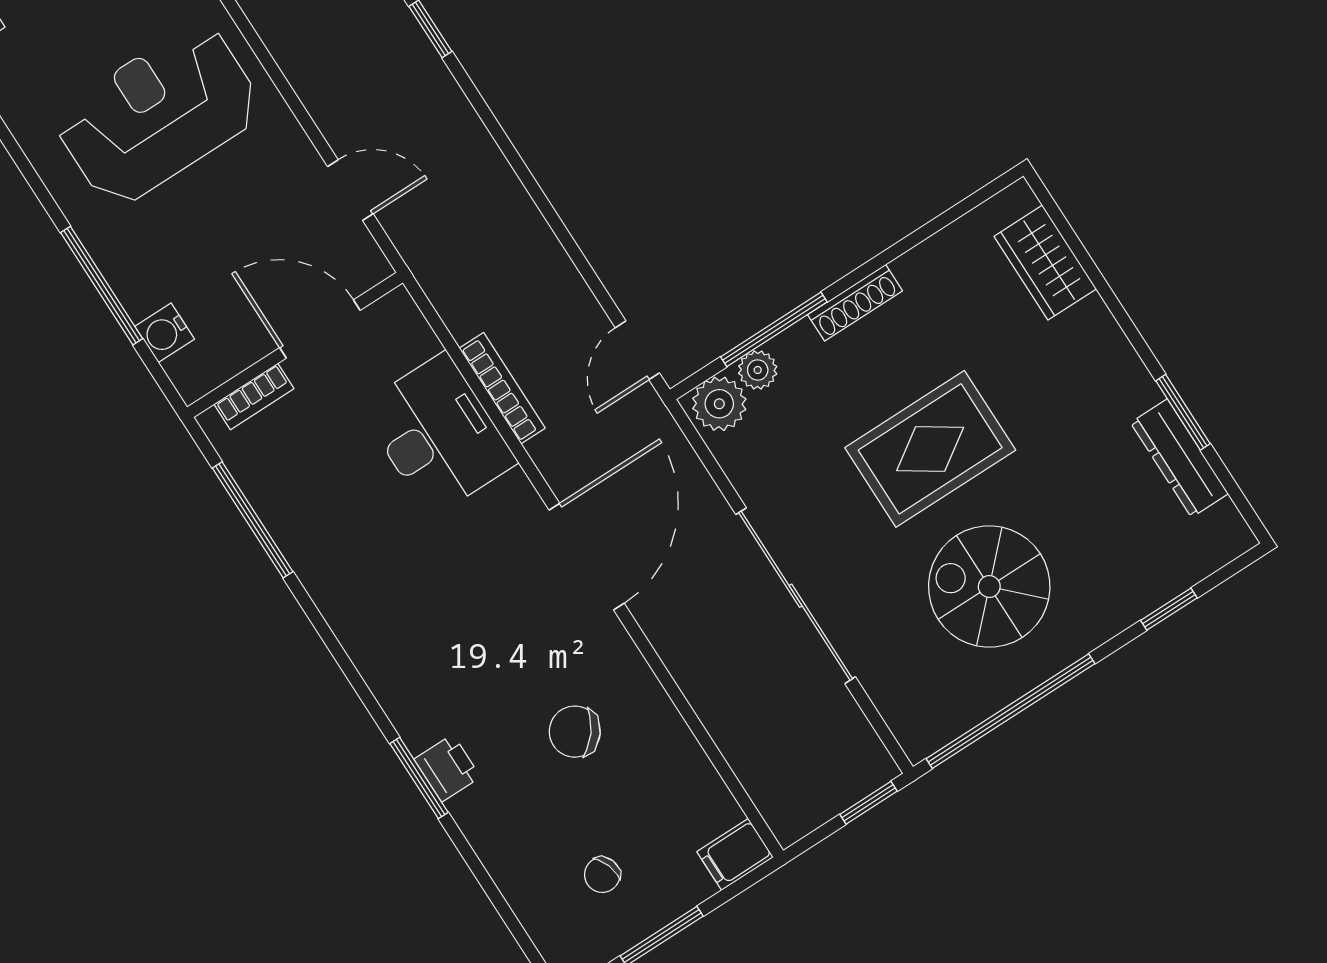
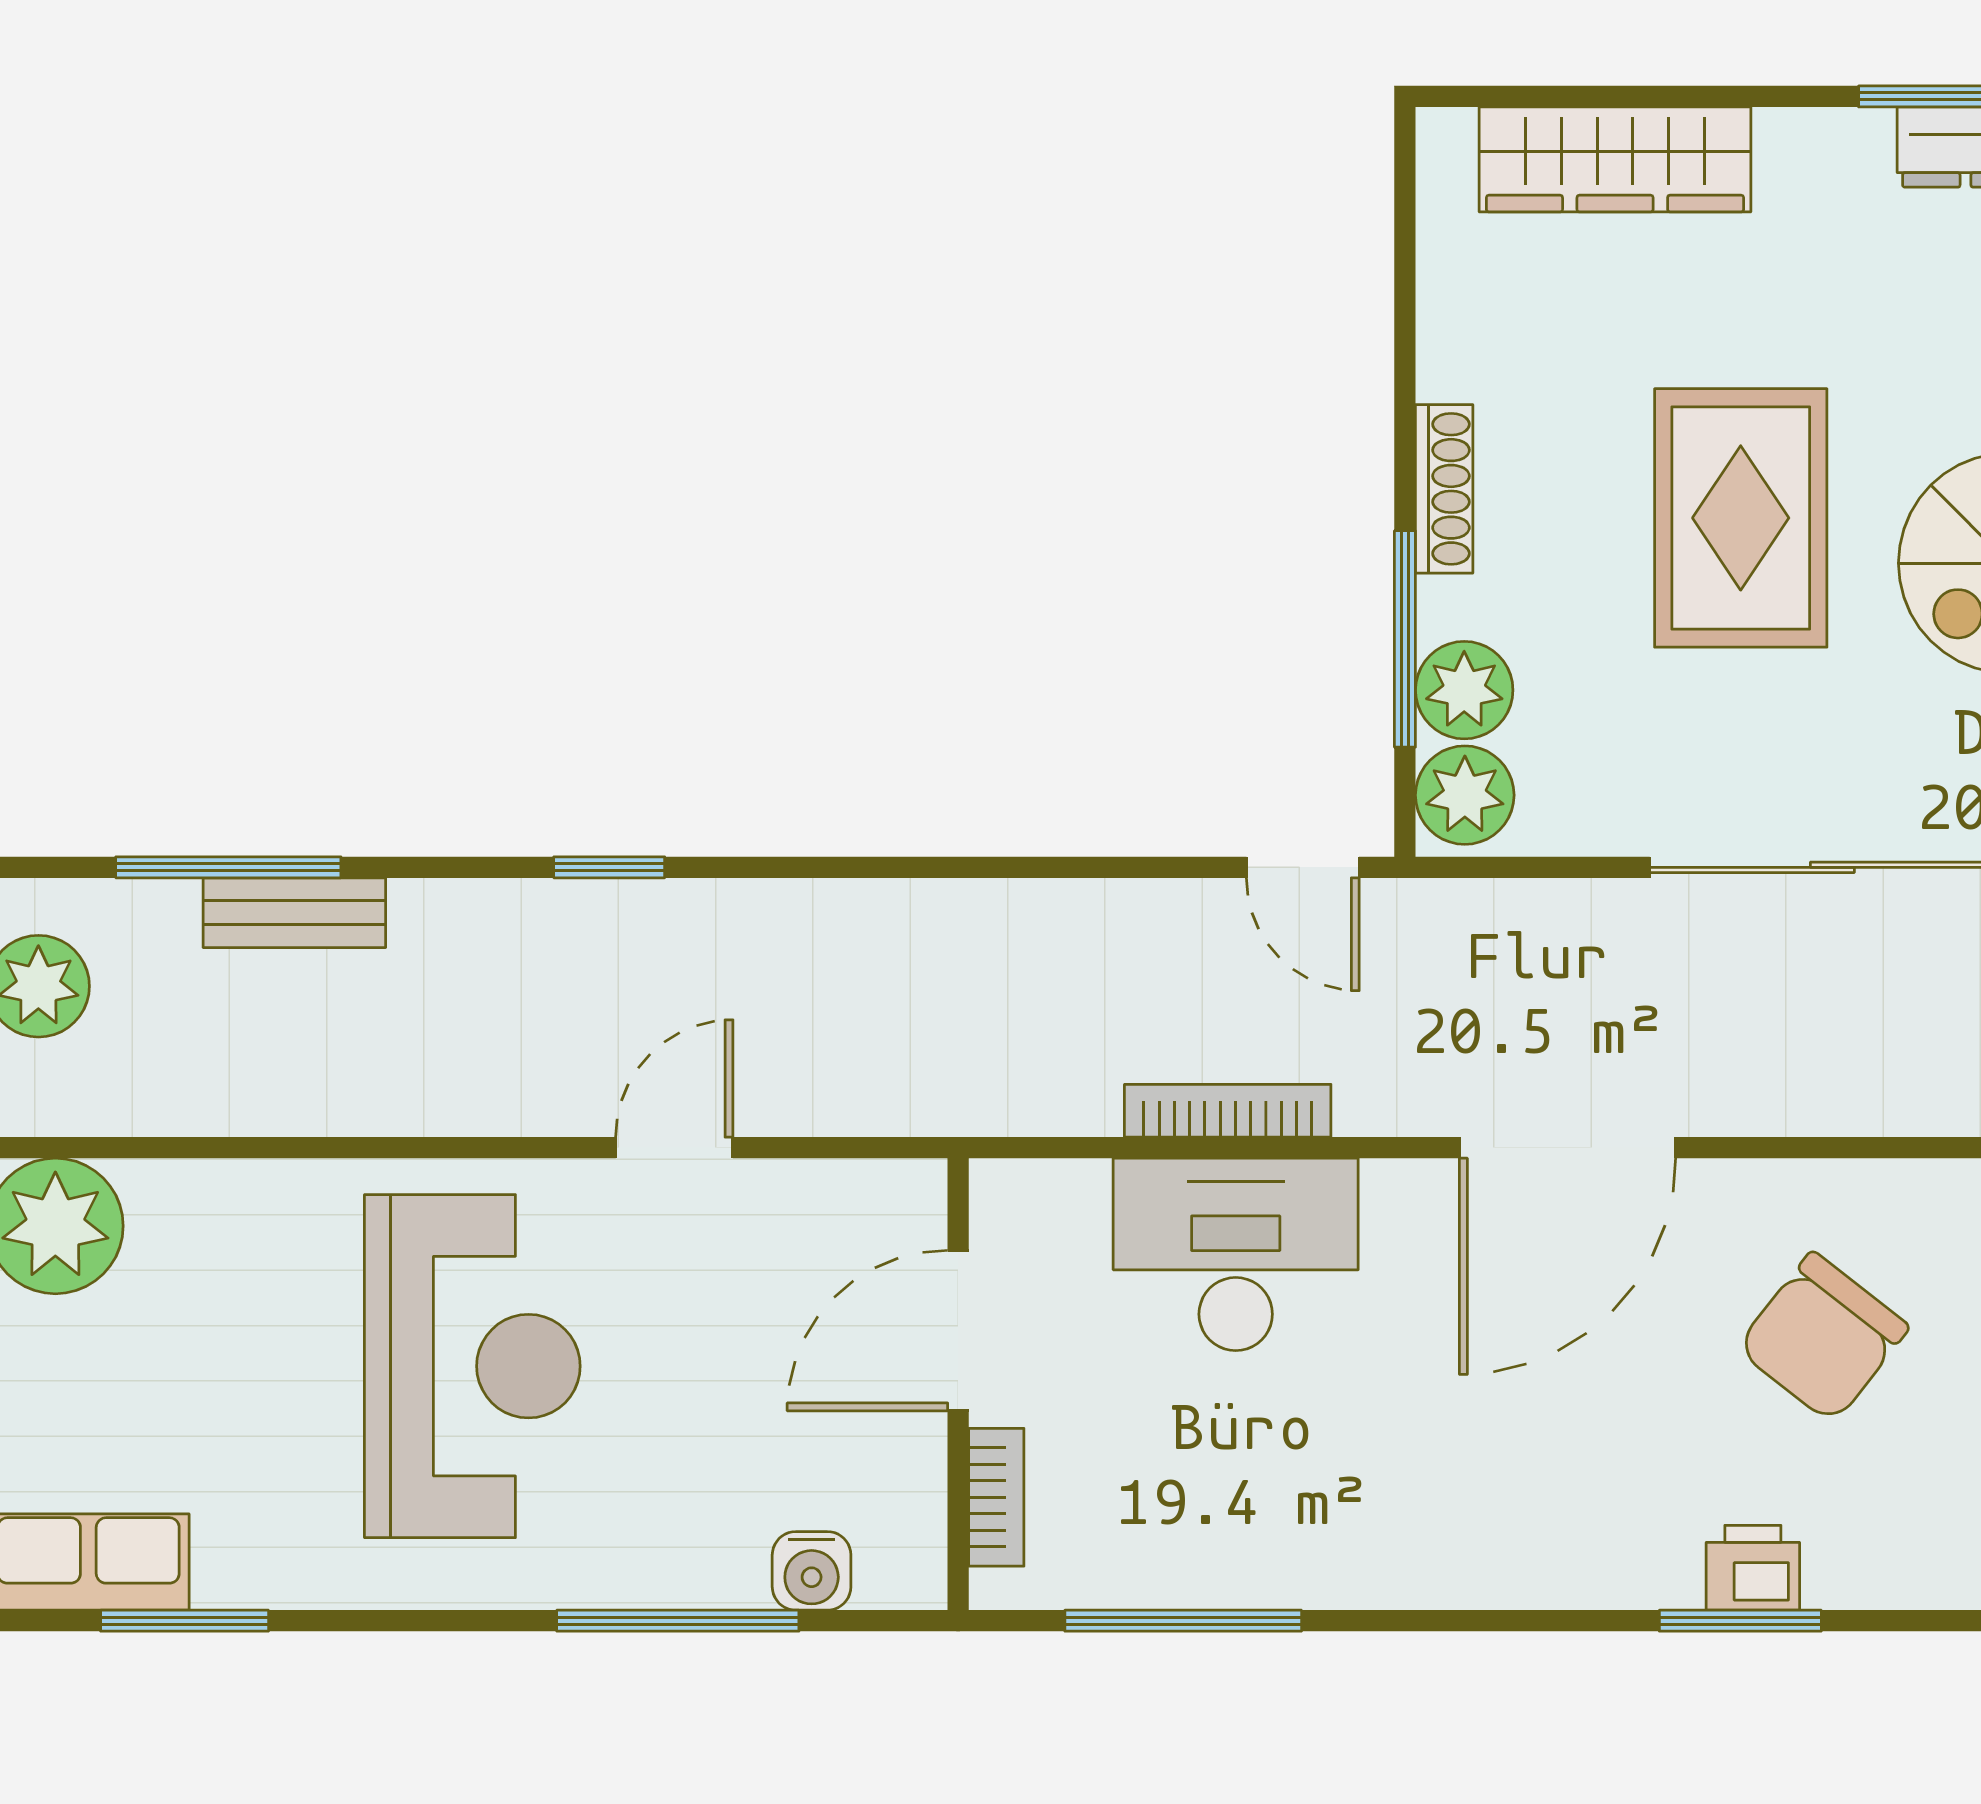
reception desk: (158, 114) -> (472, 1366), turned 180
door: (350, 190) -> (674, 1148), moved
wardrobe: (1045, 263) -> (1615, 159), width x1.50
plant: (758, 370) -> (1464, 690), width x1.38, depth x1.38
door: (587, 557) -> (1568, 1148), swing flipped
chair: (575, 732) -> (1823, 1338), width x1.37, depth x1.37

